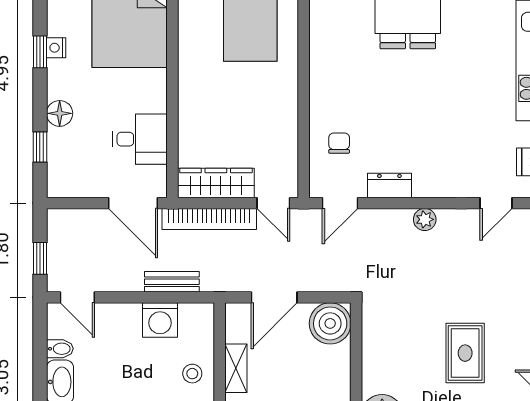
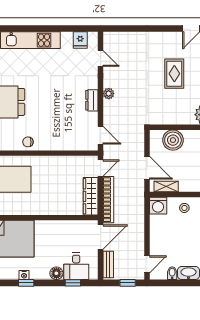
desk: (140, 139) -> (76, 266), moved, turned 180
chair: (339, 143) -> (28, 142), moved
dresser: (389, 185) -> (92, 100), moved
bench: (172, 282) -> (108, 265), moved
washing machine: (160, 320) -> (158, 206), moved, turned 90
boiler: (330, 323) -> (173, 140), moved
rug: (465, 353) -> (174, 74), turned 90
shelving: (236, 368) -> (166, 186), moved

